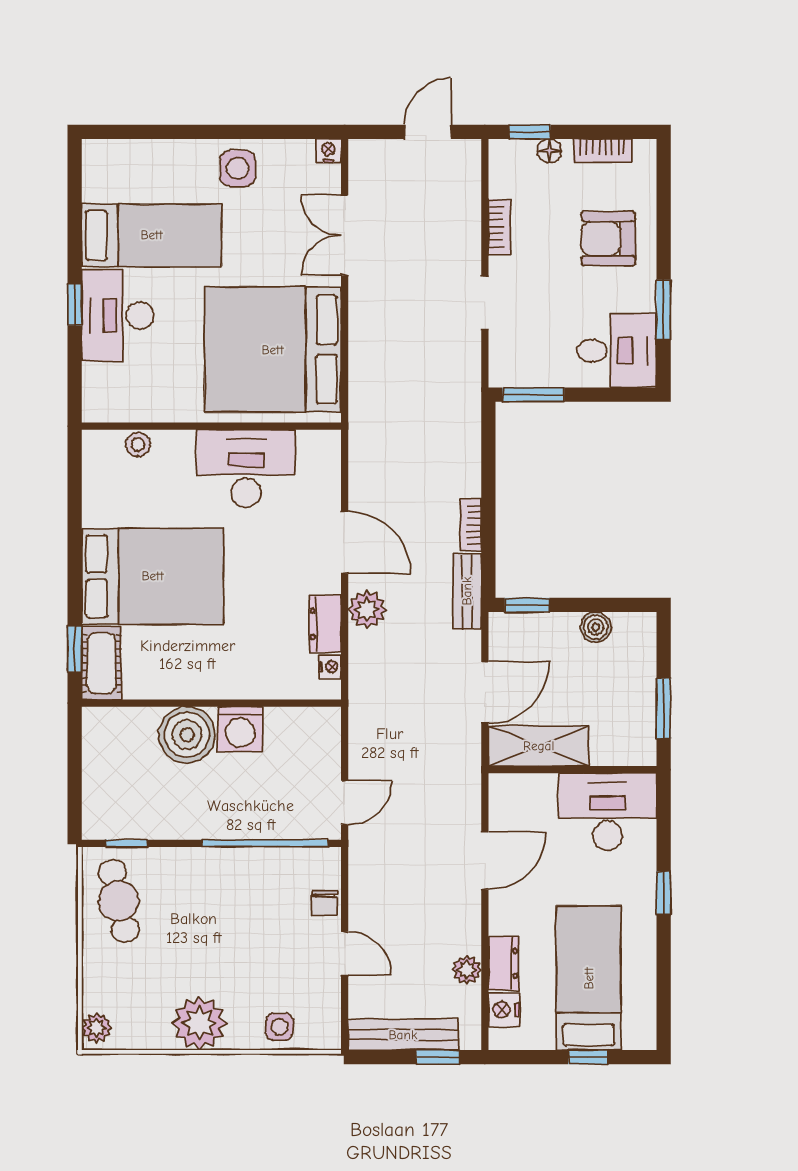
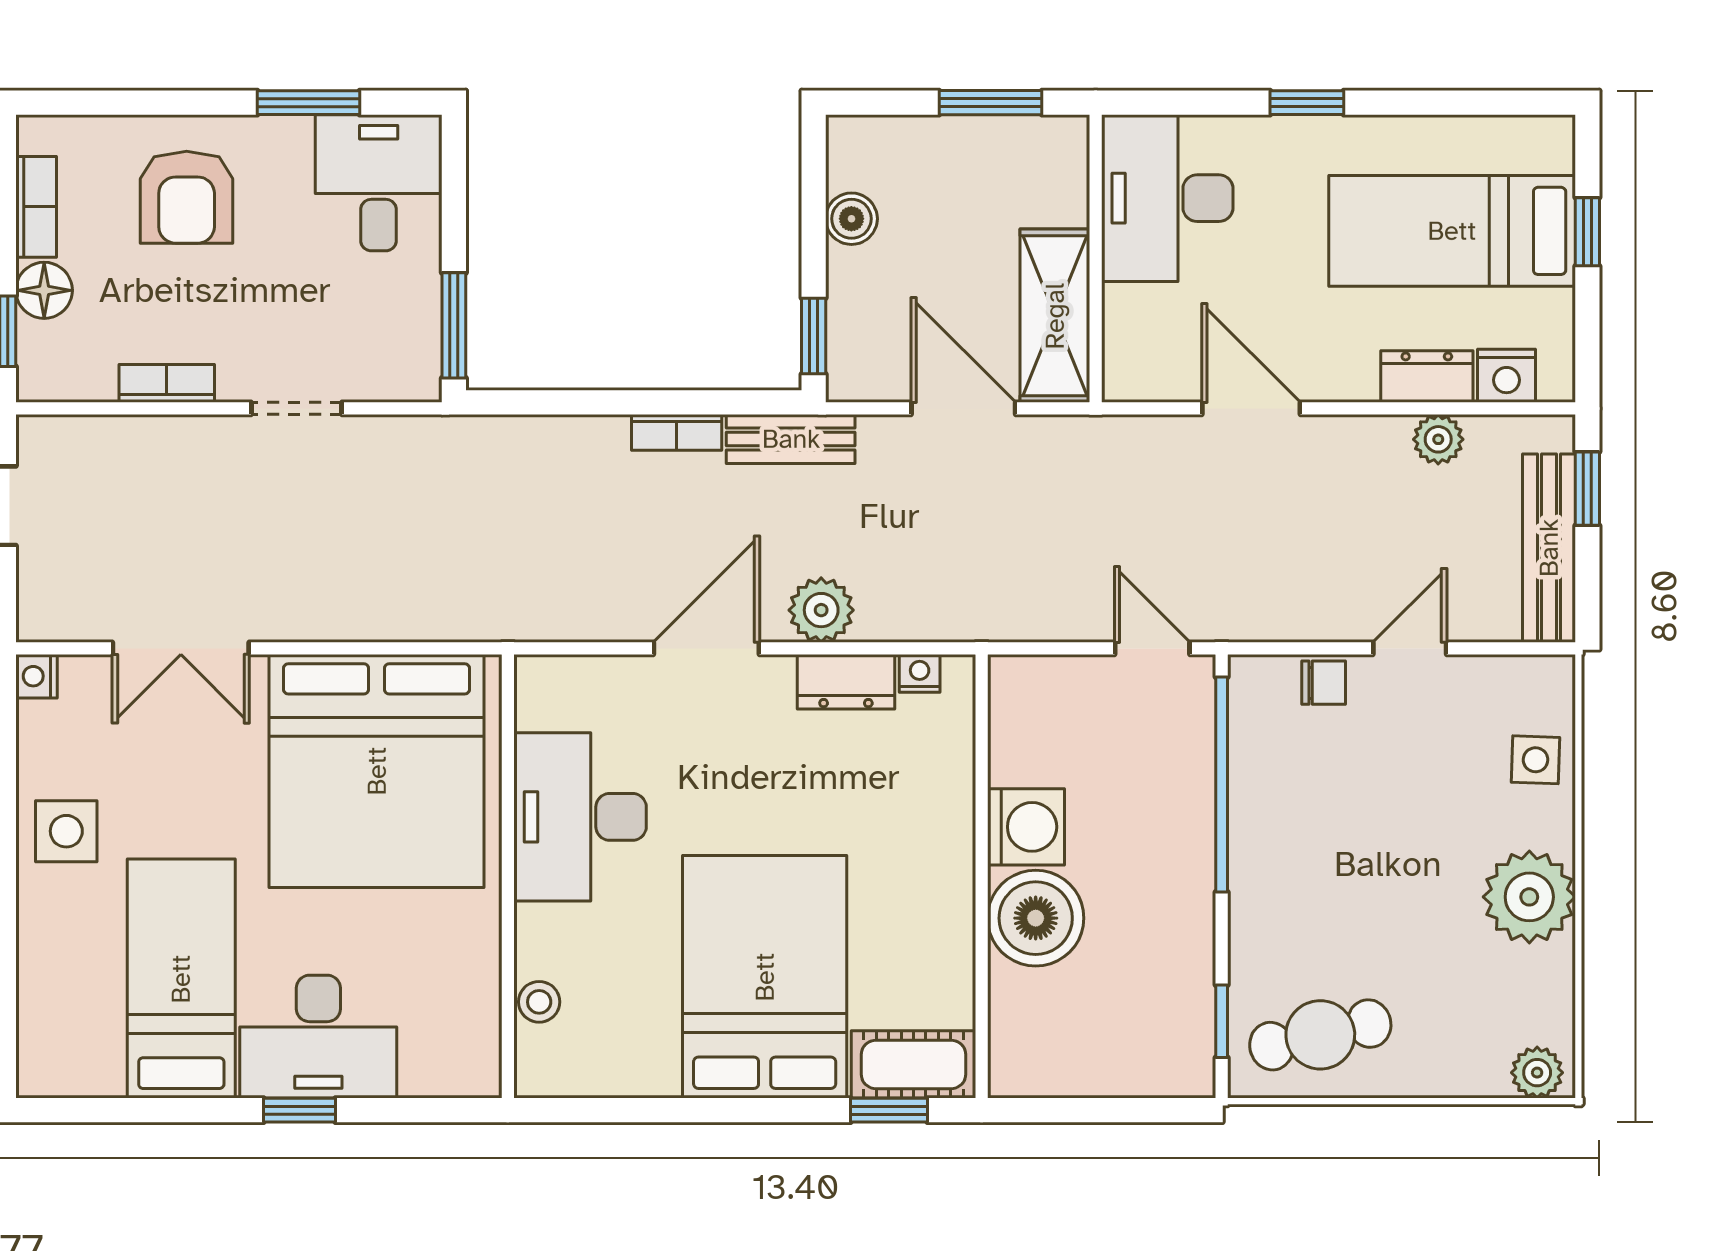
floor lamp: (549, 151) -> (44, 290), width x1.37, depth x1.37

